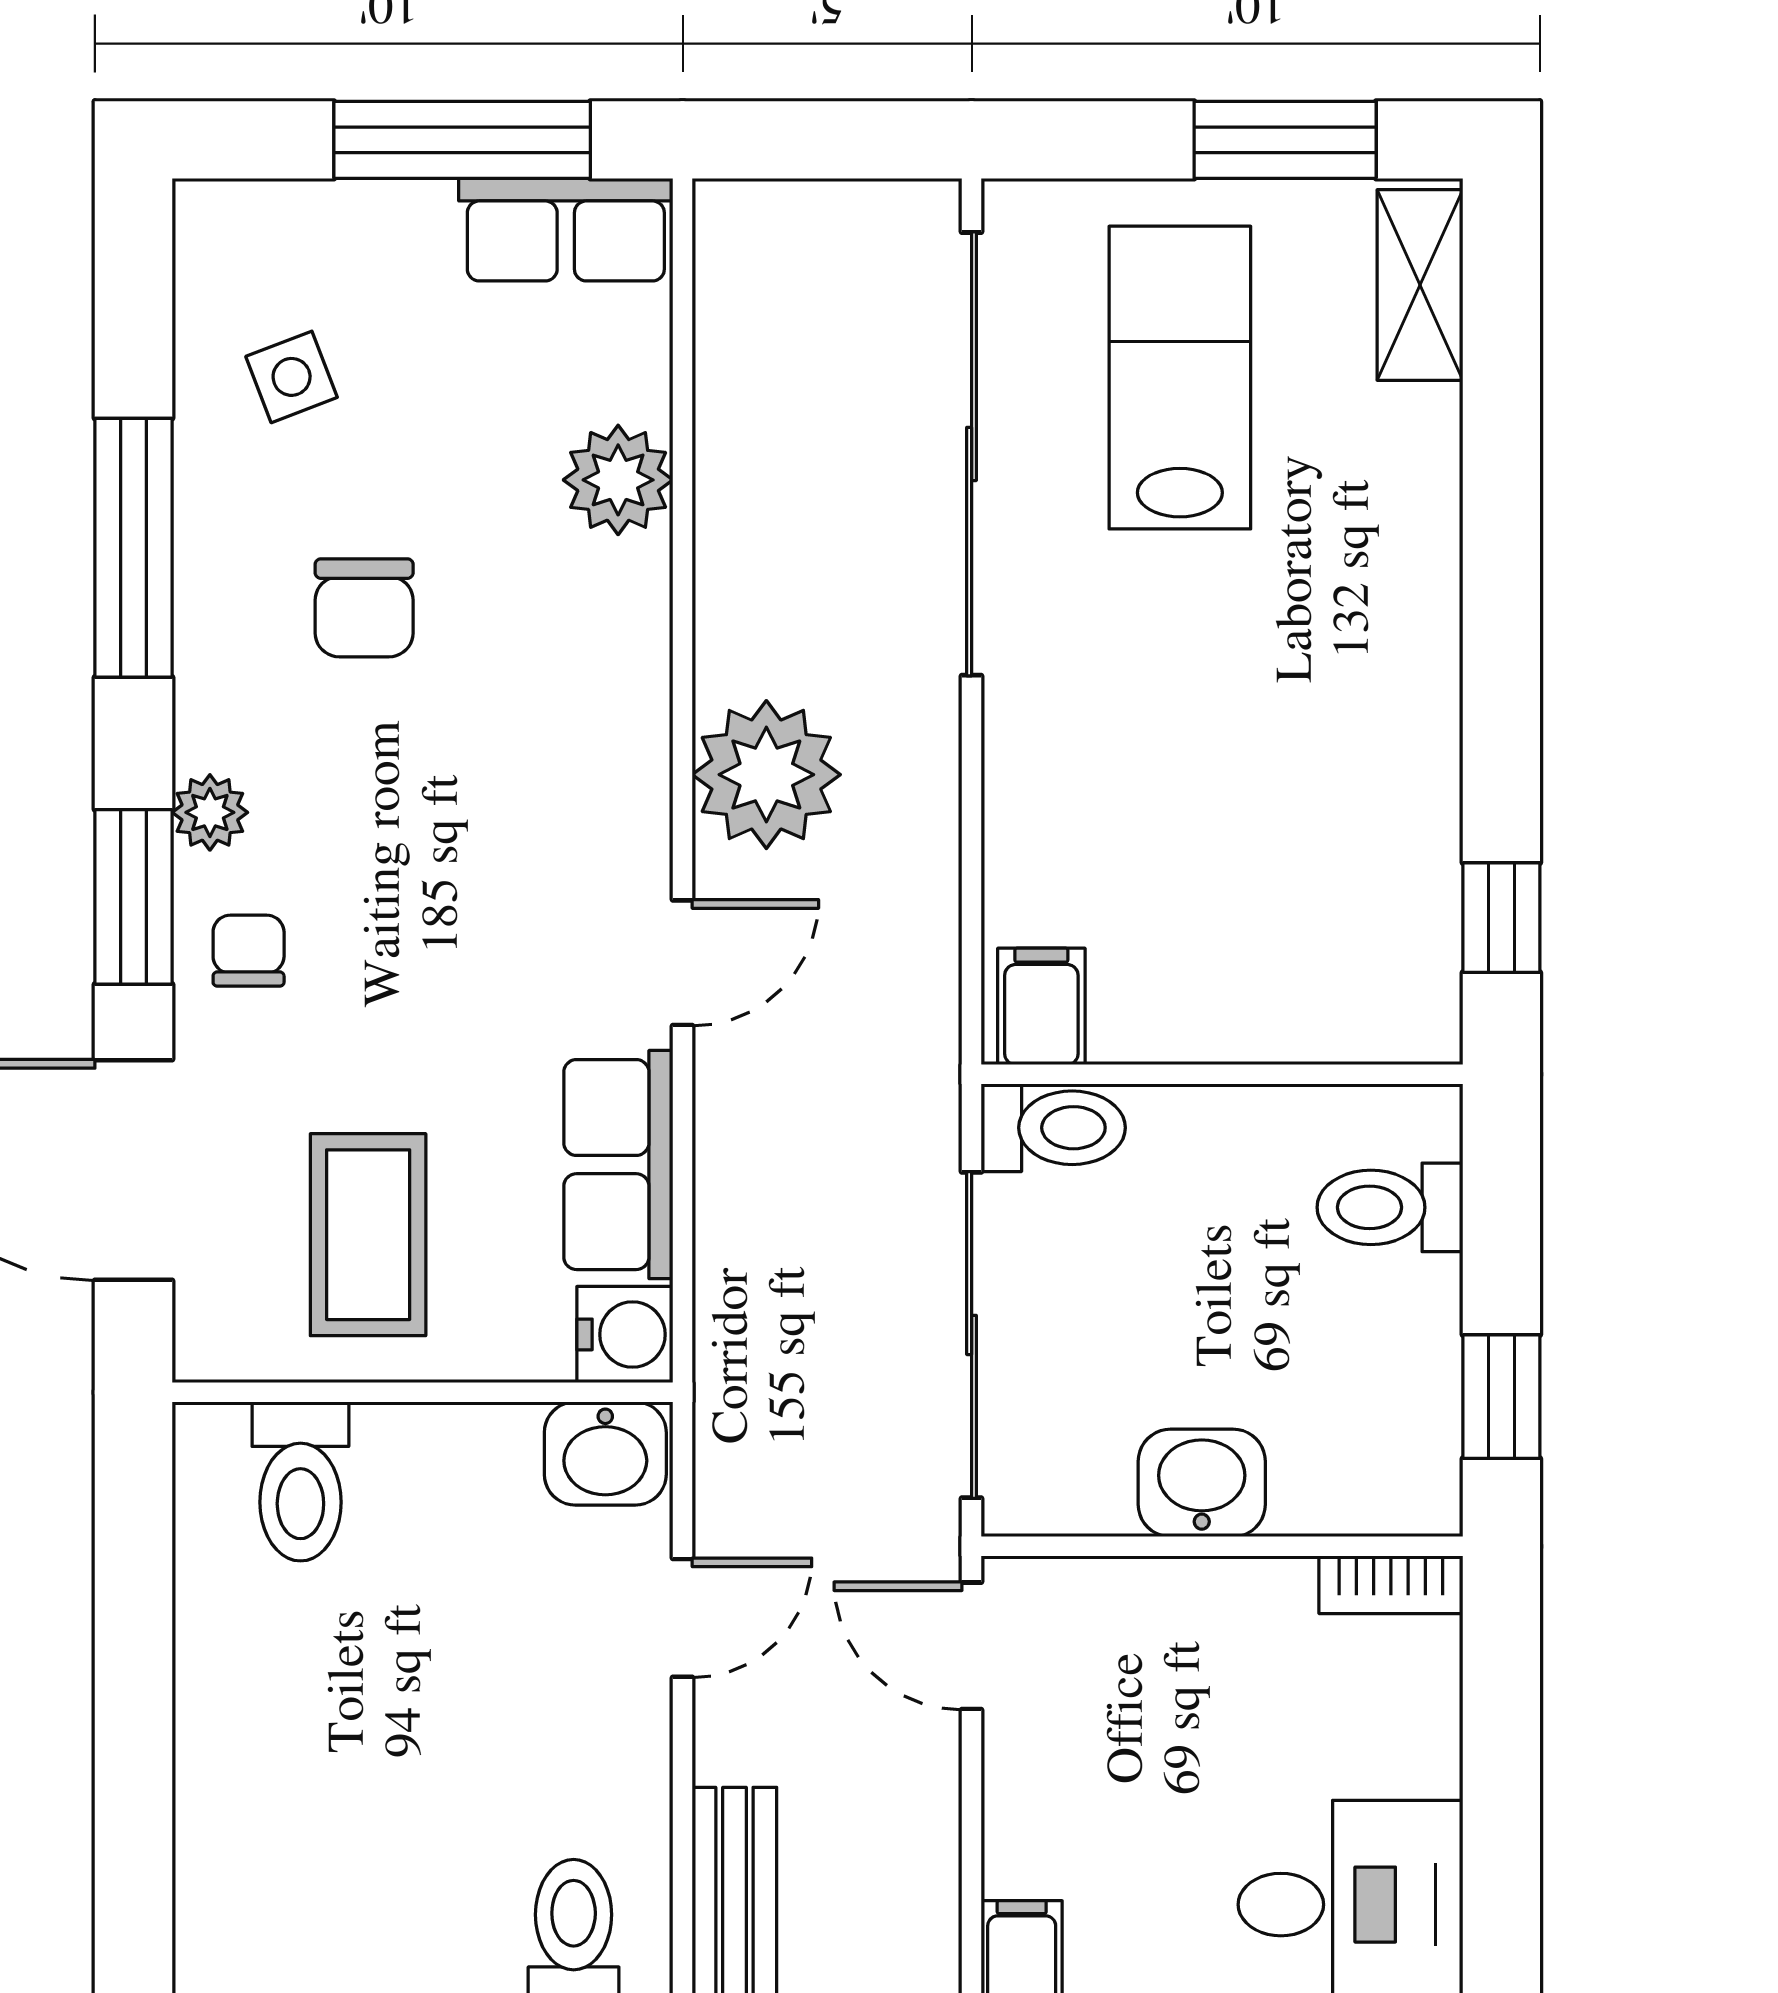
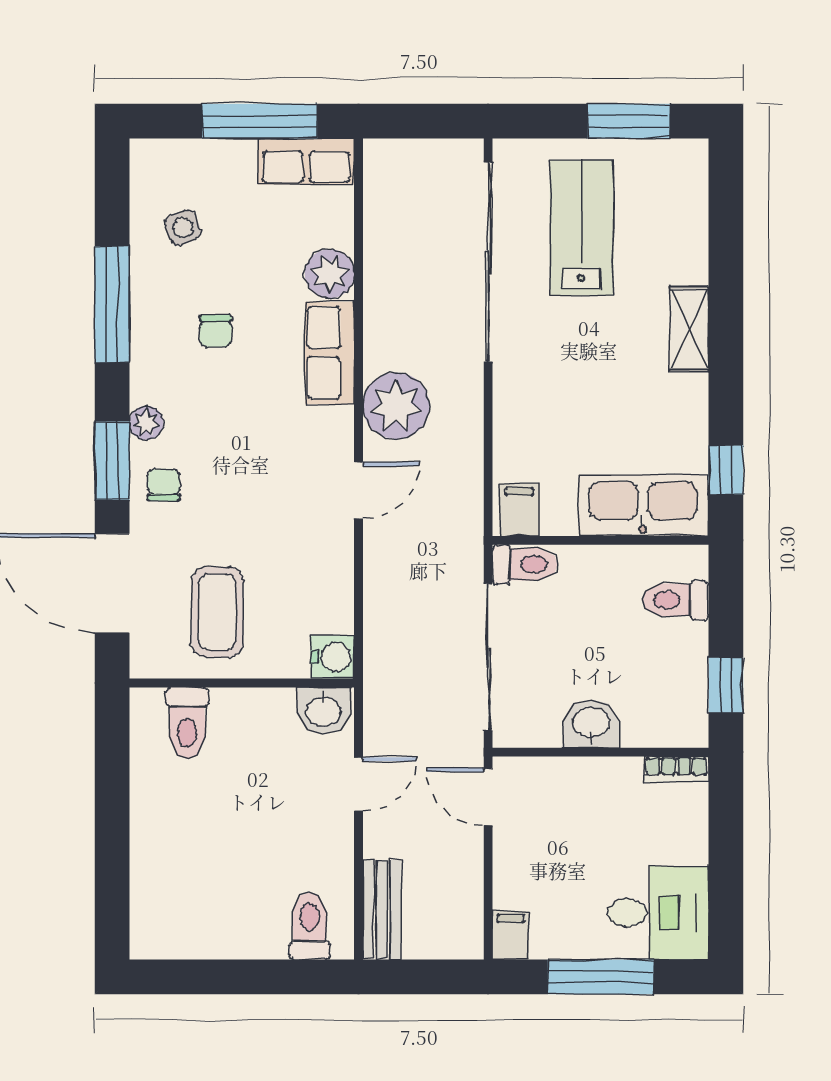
shelving: (1420, 285) -> (689, 329), moved
chair: (364, 608) -> (216, 331), width x0.73, depth x0.73
kitchen sink: (1317, 996) -> (643, 505), added
row of seats: (618, 1165) -> (330, 353), moved

